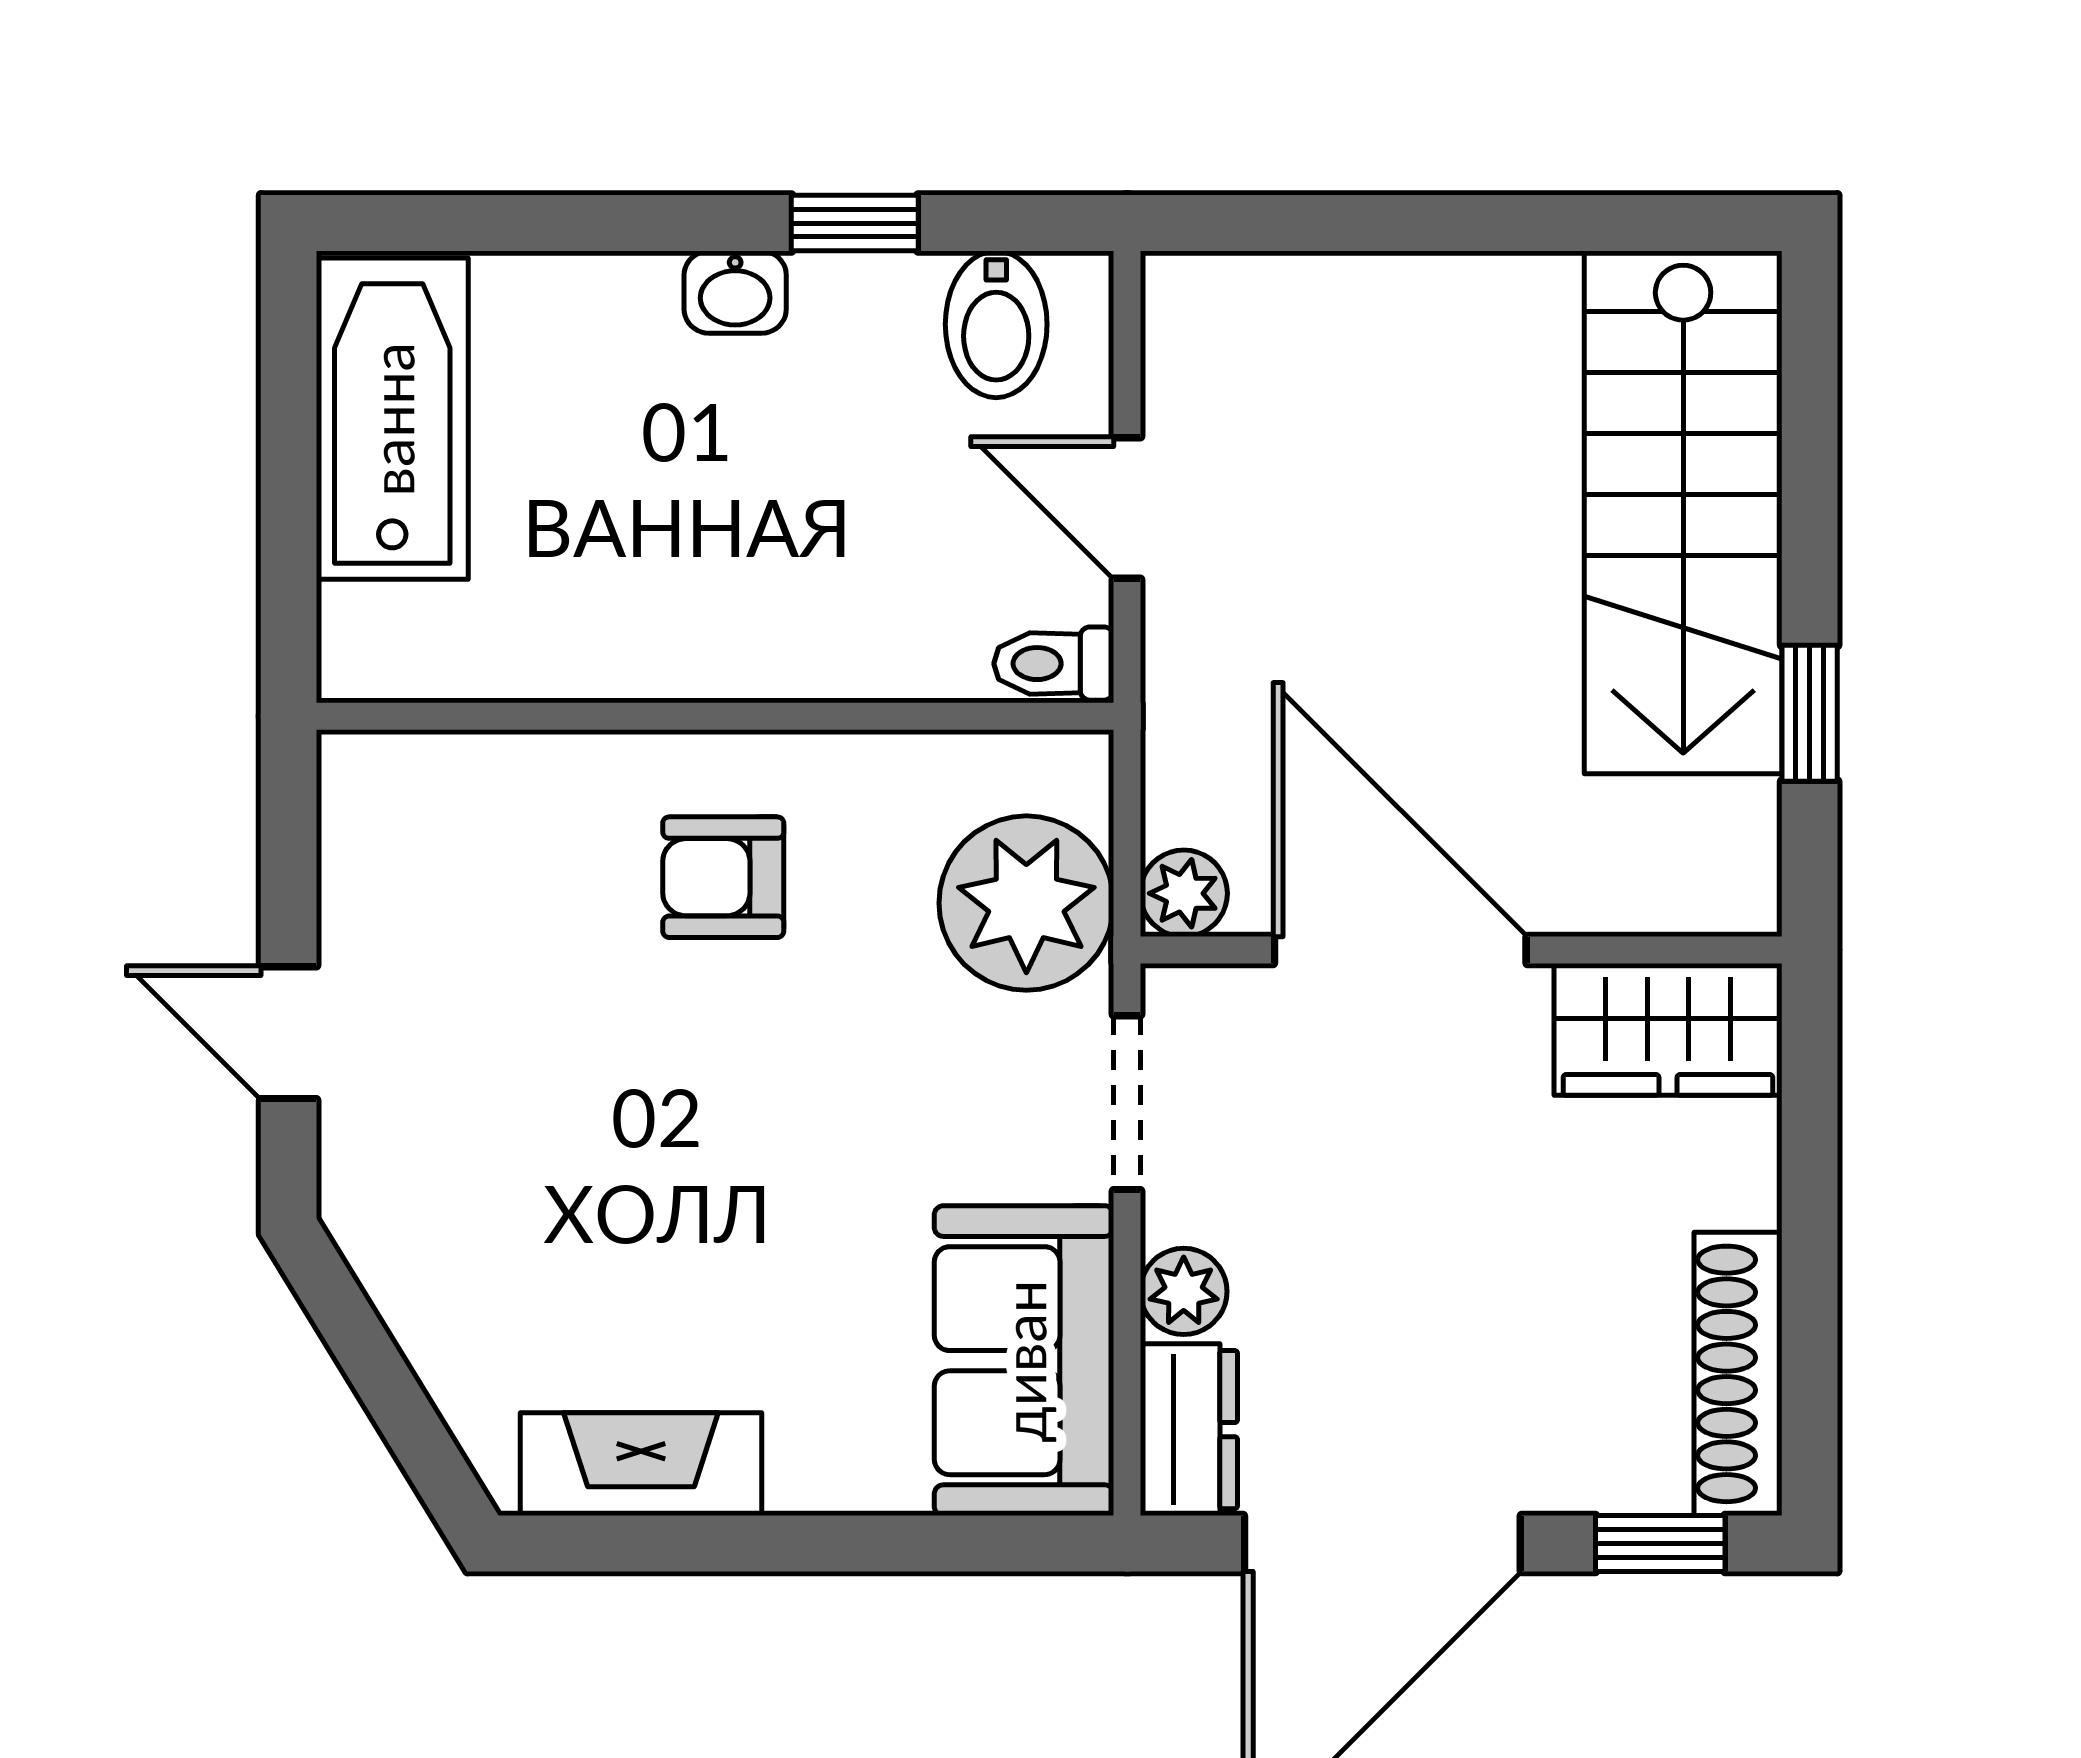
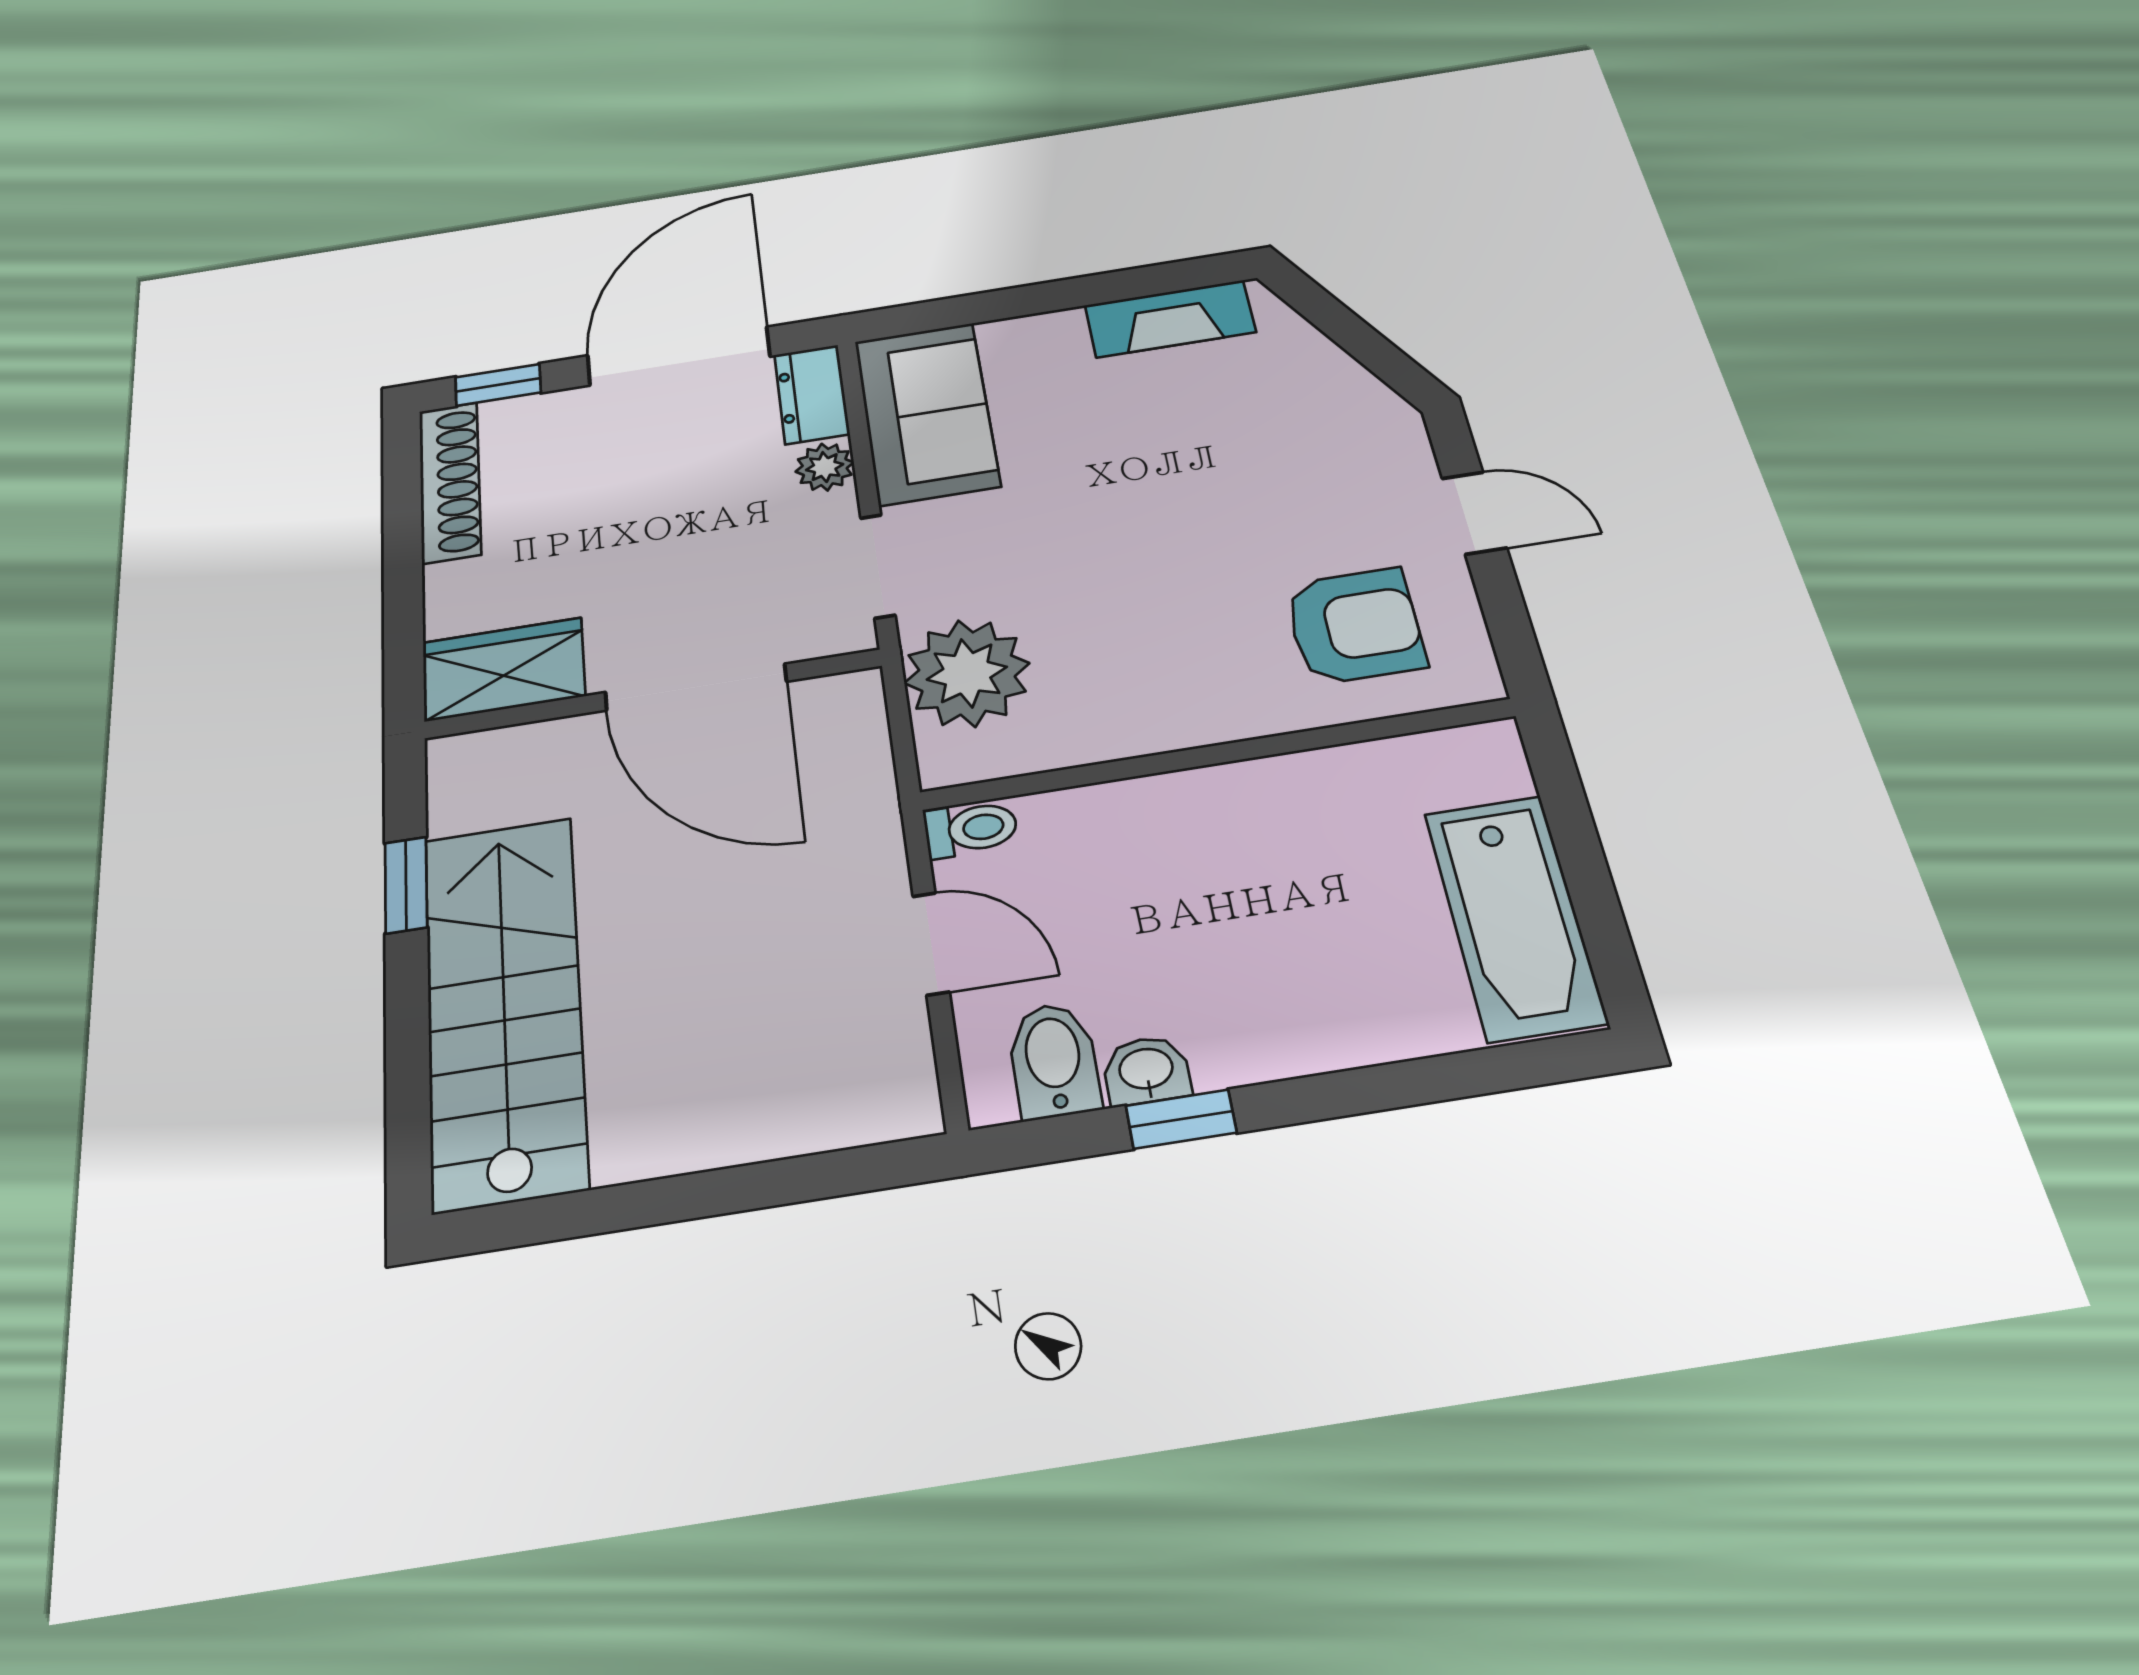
washbasin: (735, 292) -> (1146, 1070), moved
armchair: (723, 877) -> (1355, 626), moved, width x1.38, depth x1.38
plant: (1184, 893) -> (854, 697), removed

